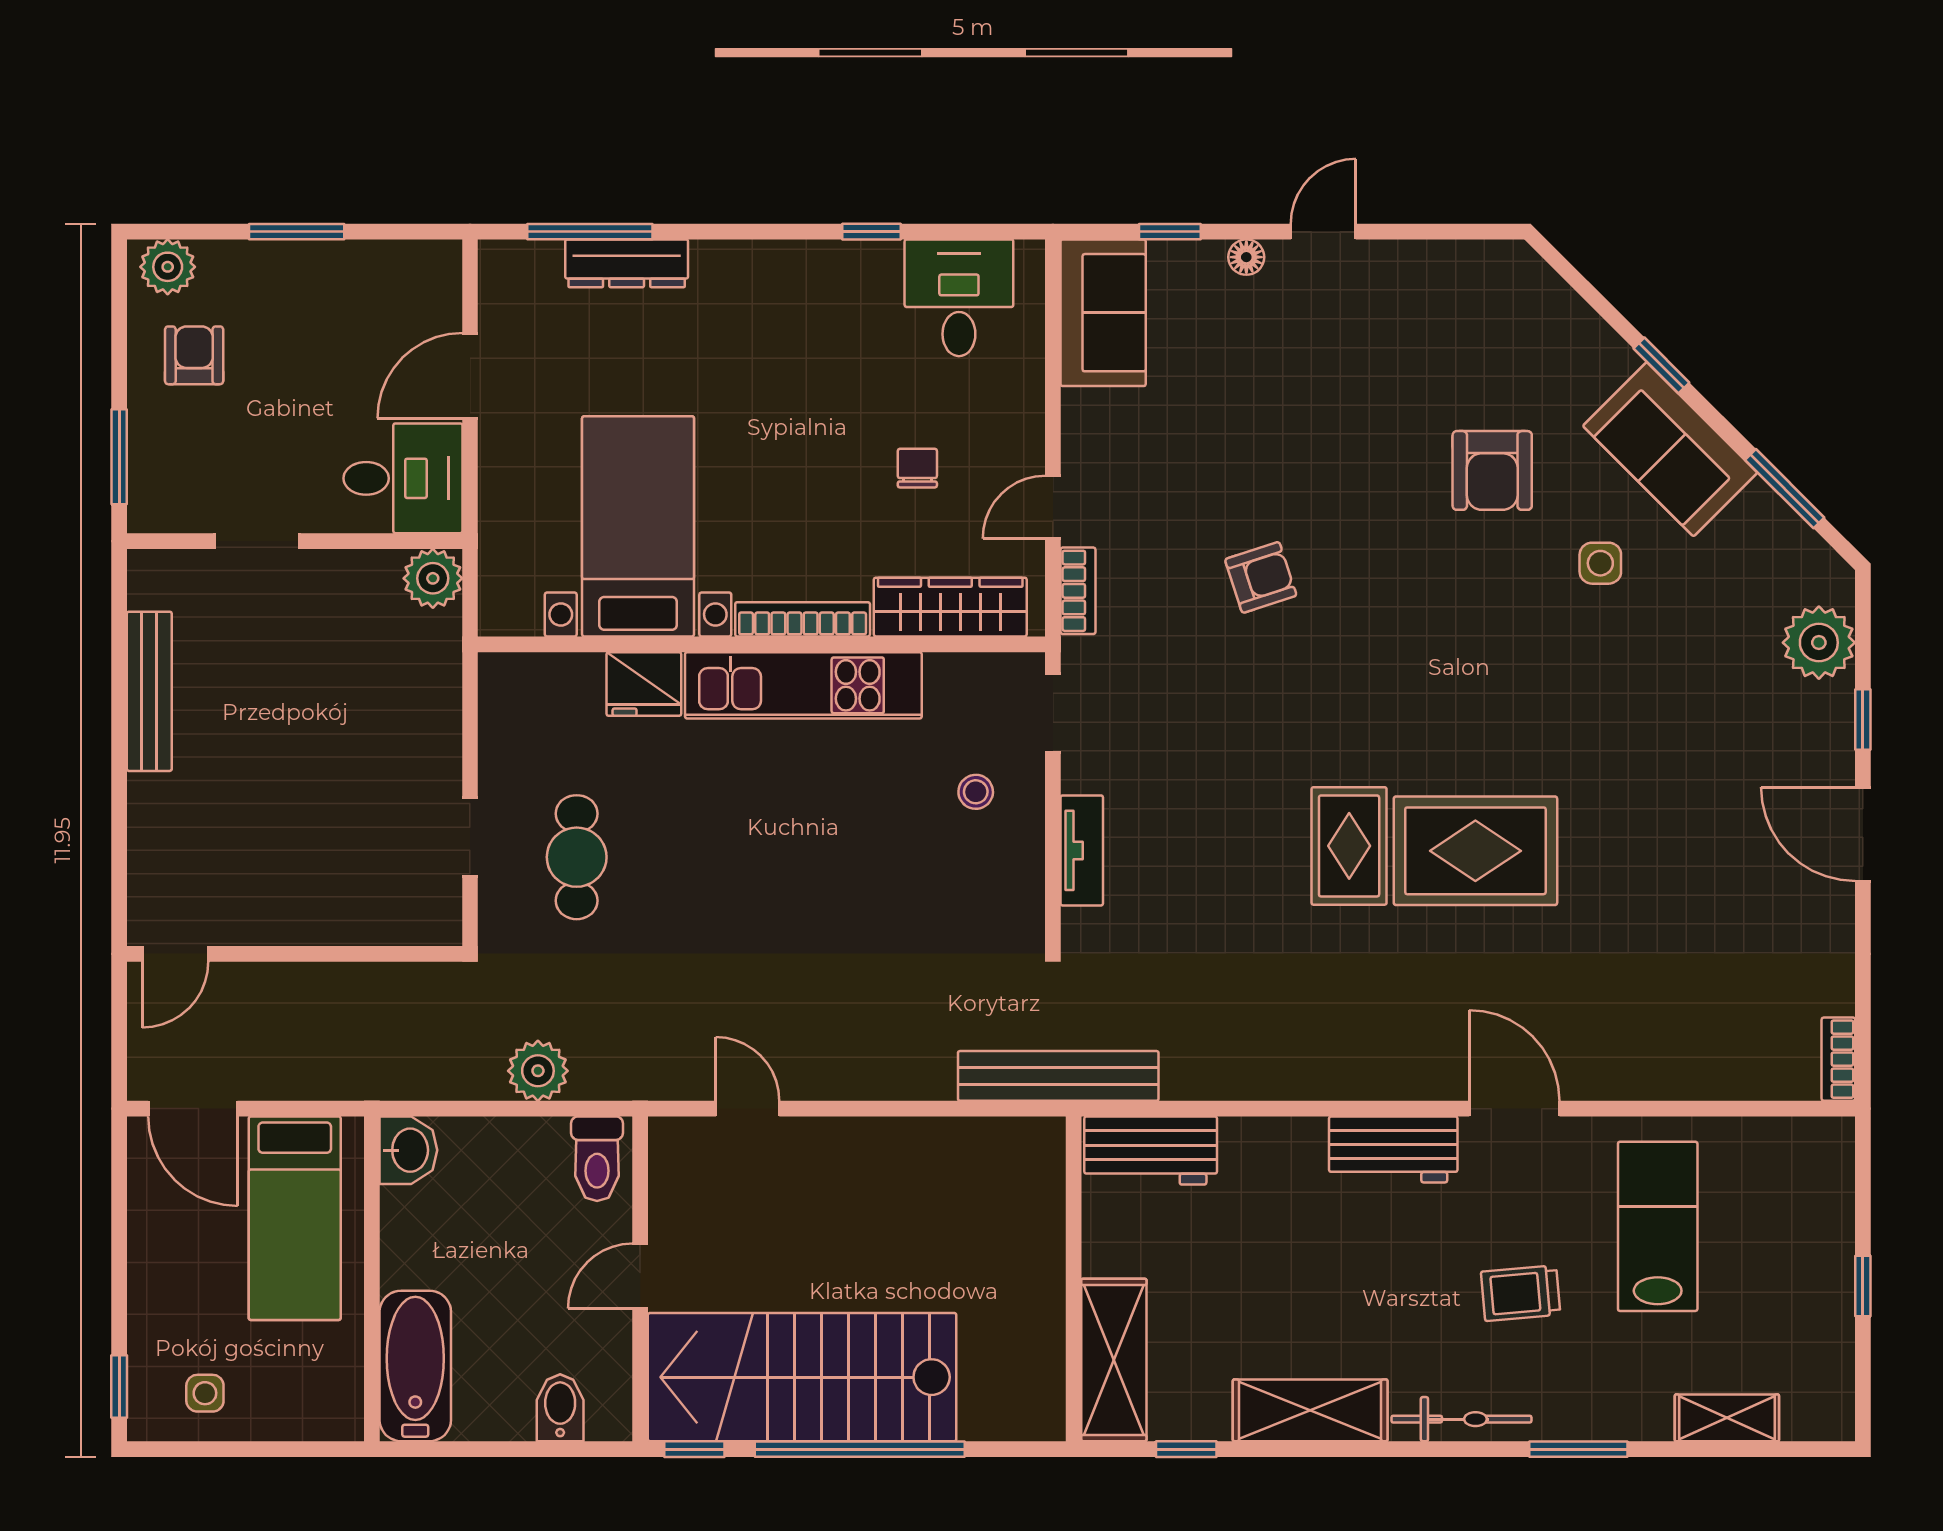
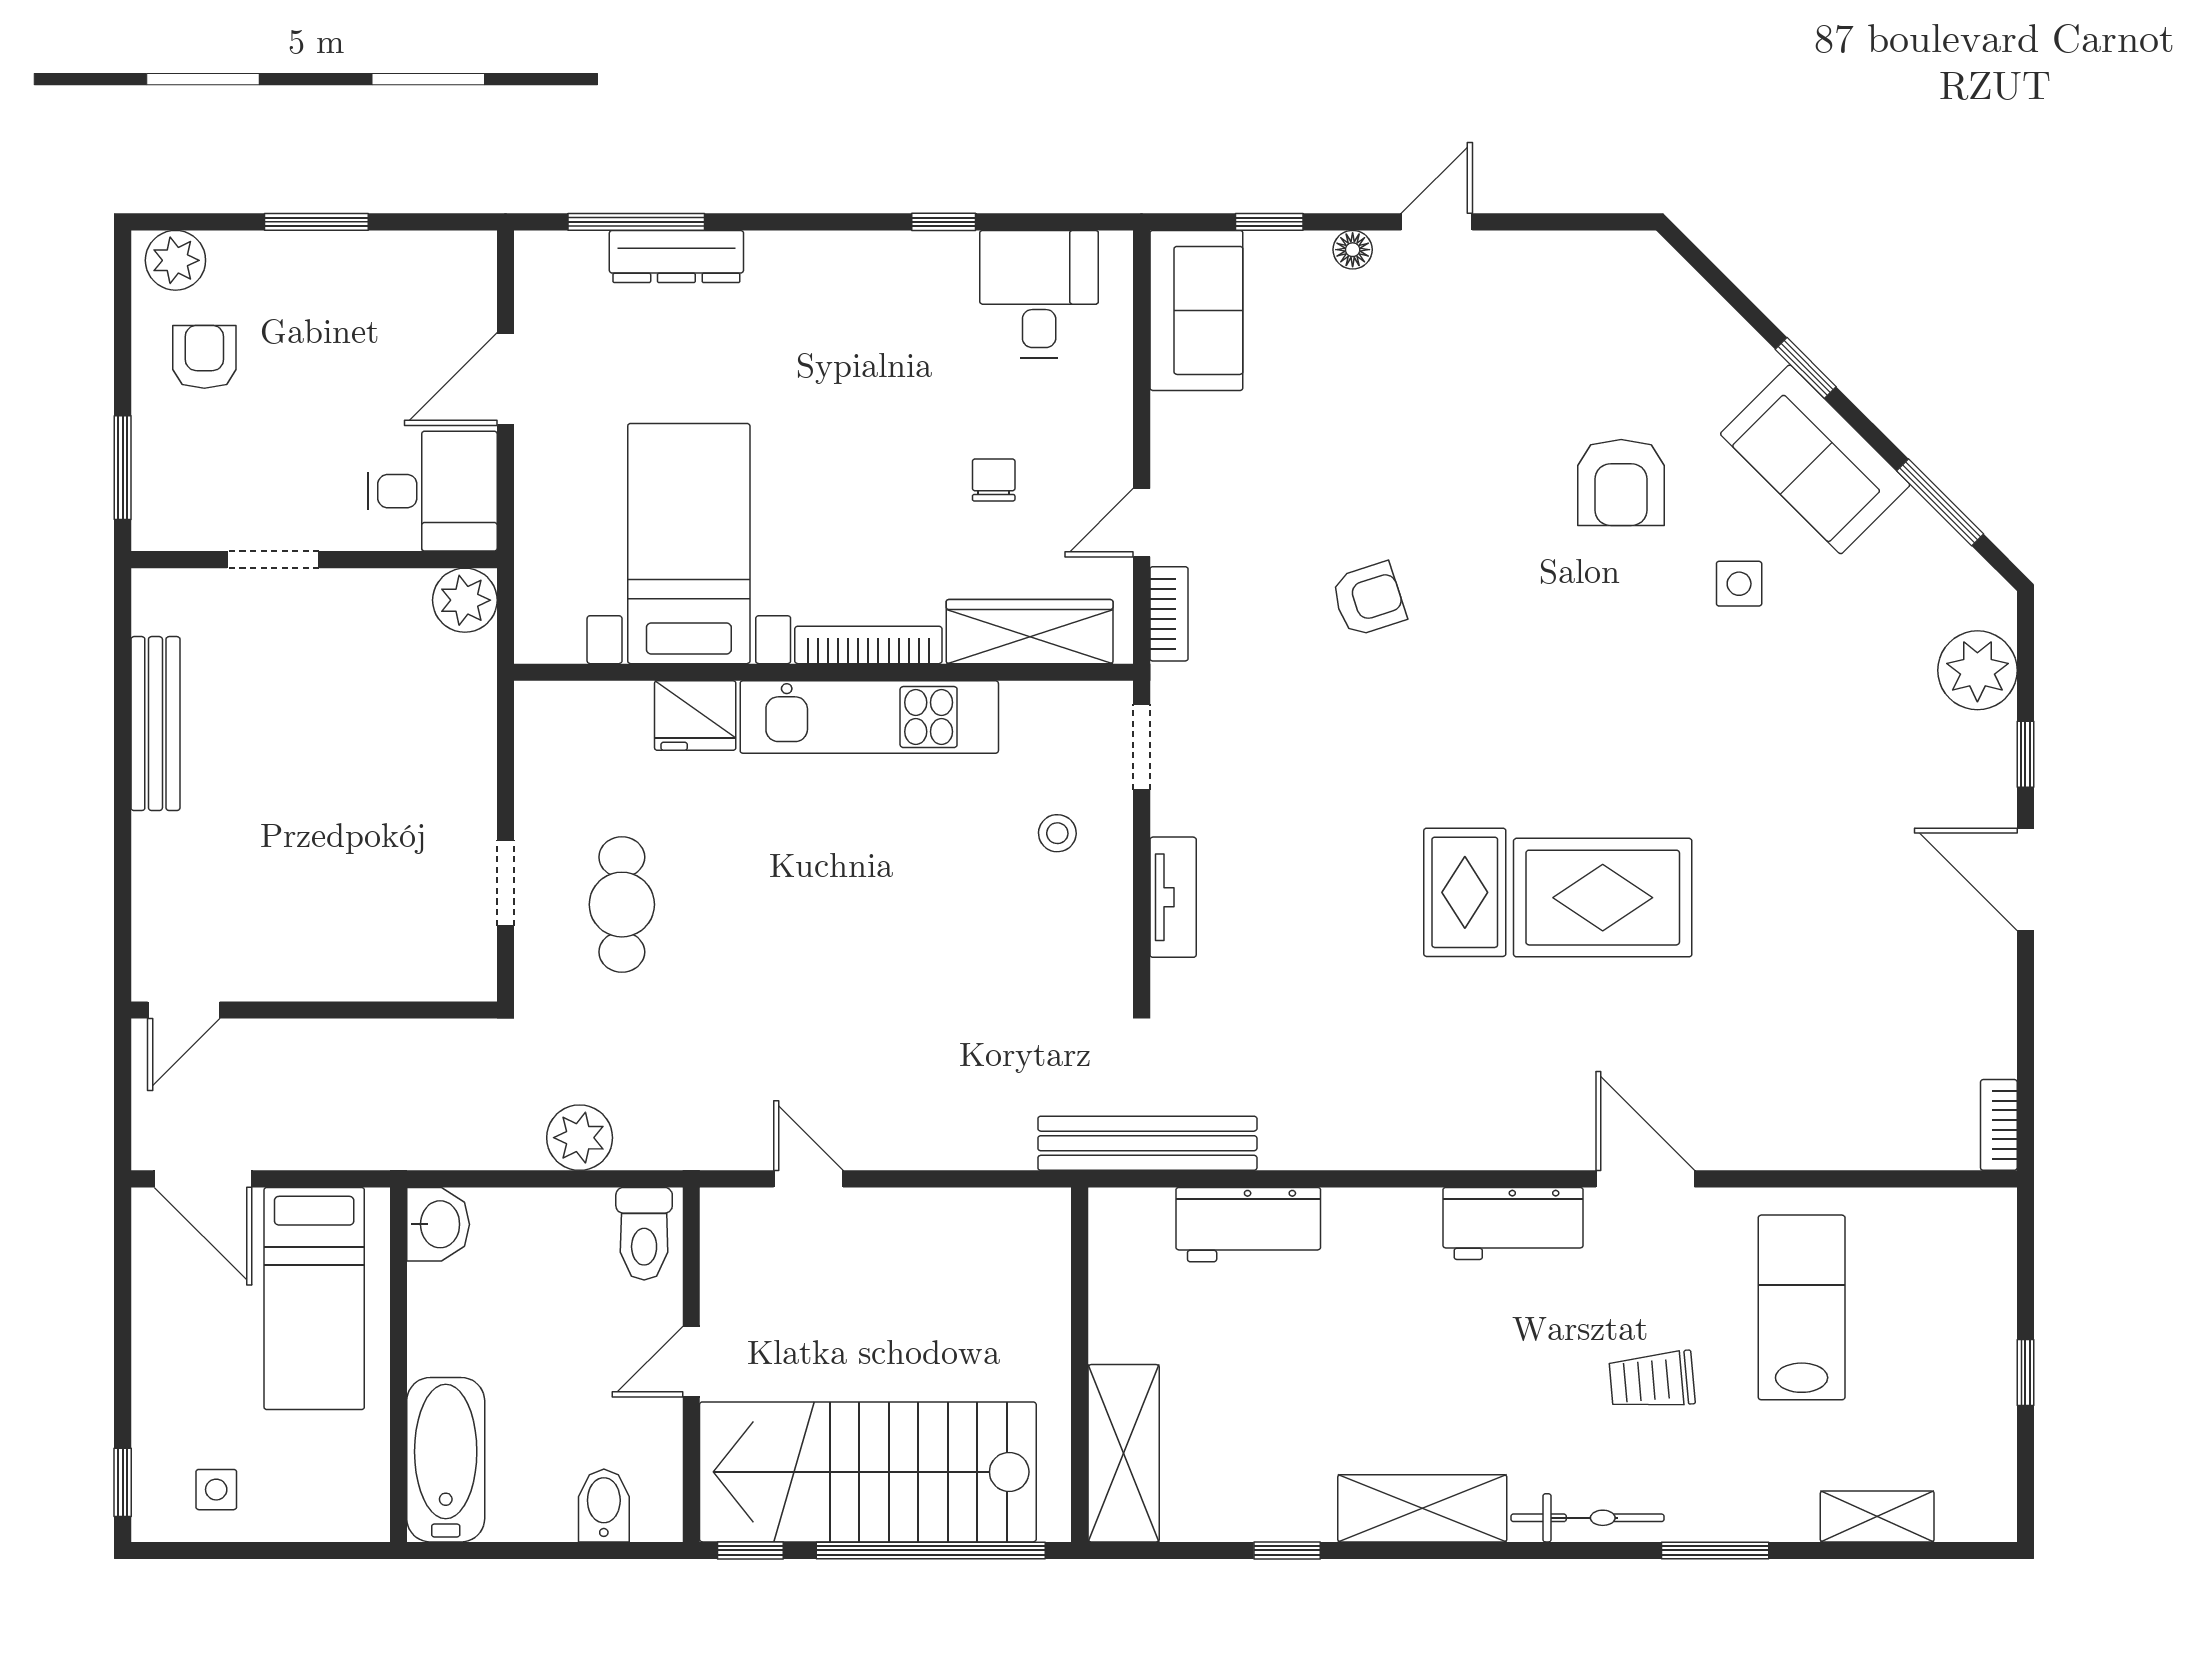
wall: (1074, 1279) -> (1080, 1365), moved
shelving: (1114, 1360) -> (1124, 1453), moved

